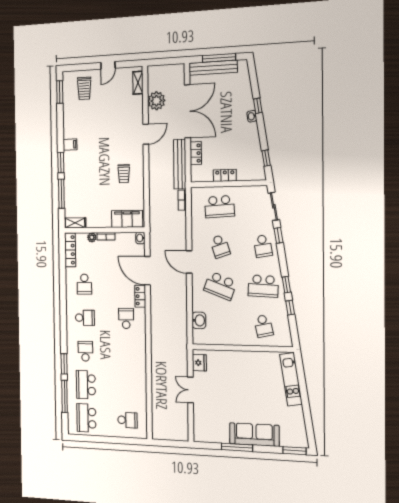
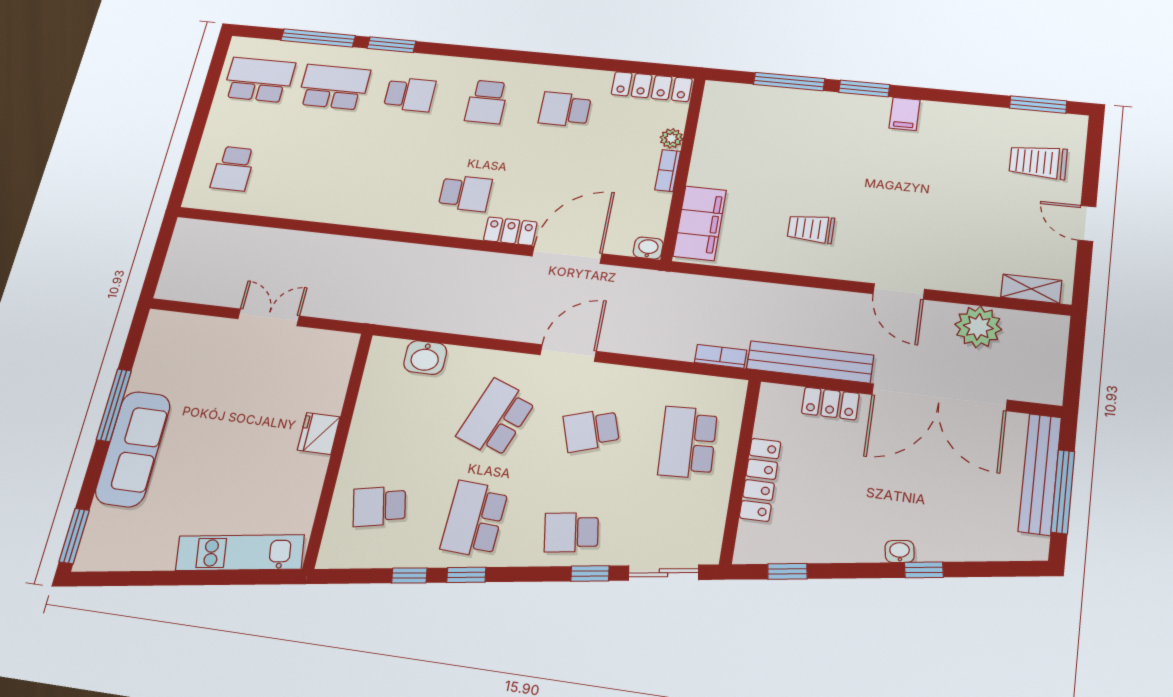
locker: (225, 175) -> (760, 480), width x1.53
shelving: (75, 223) -> (713, 105), removed
fridge: (199, 363) -> (319, 433), moved, turned 90

